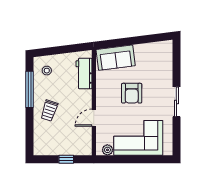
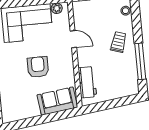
stool: (47, 71) -> (126, 11), moved
door: (94, 118) -> (73, 39), hinge flipped

